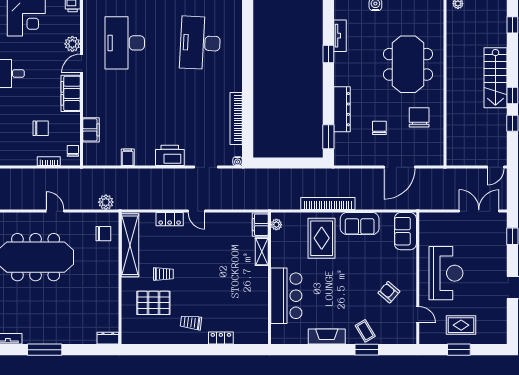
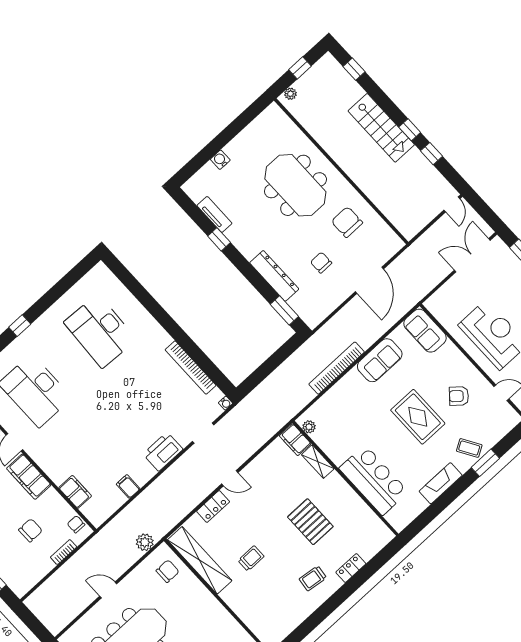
rug: (322, 238) -> (418, 417), moved
pallet: (153, 303) -> (310, 522), moved, turned 90

